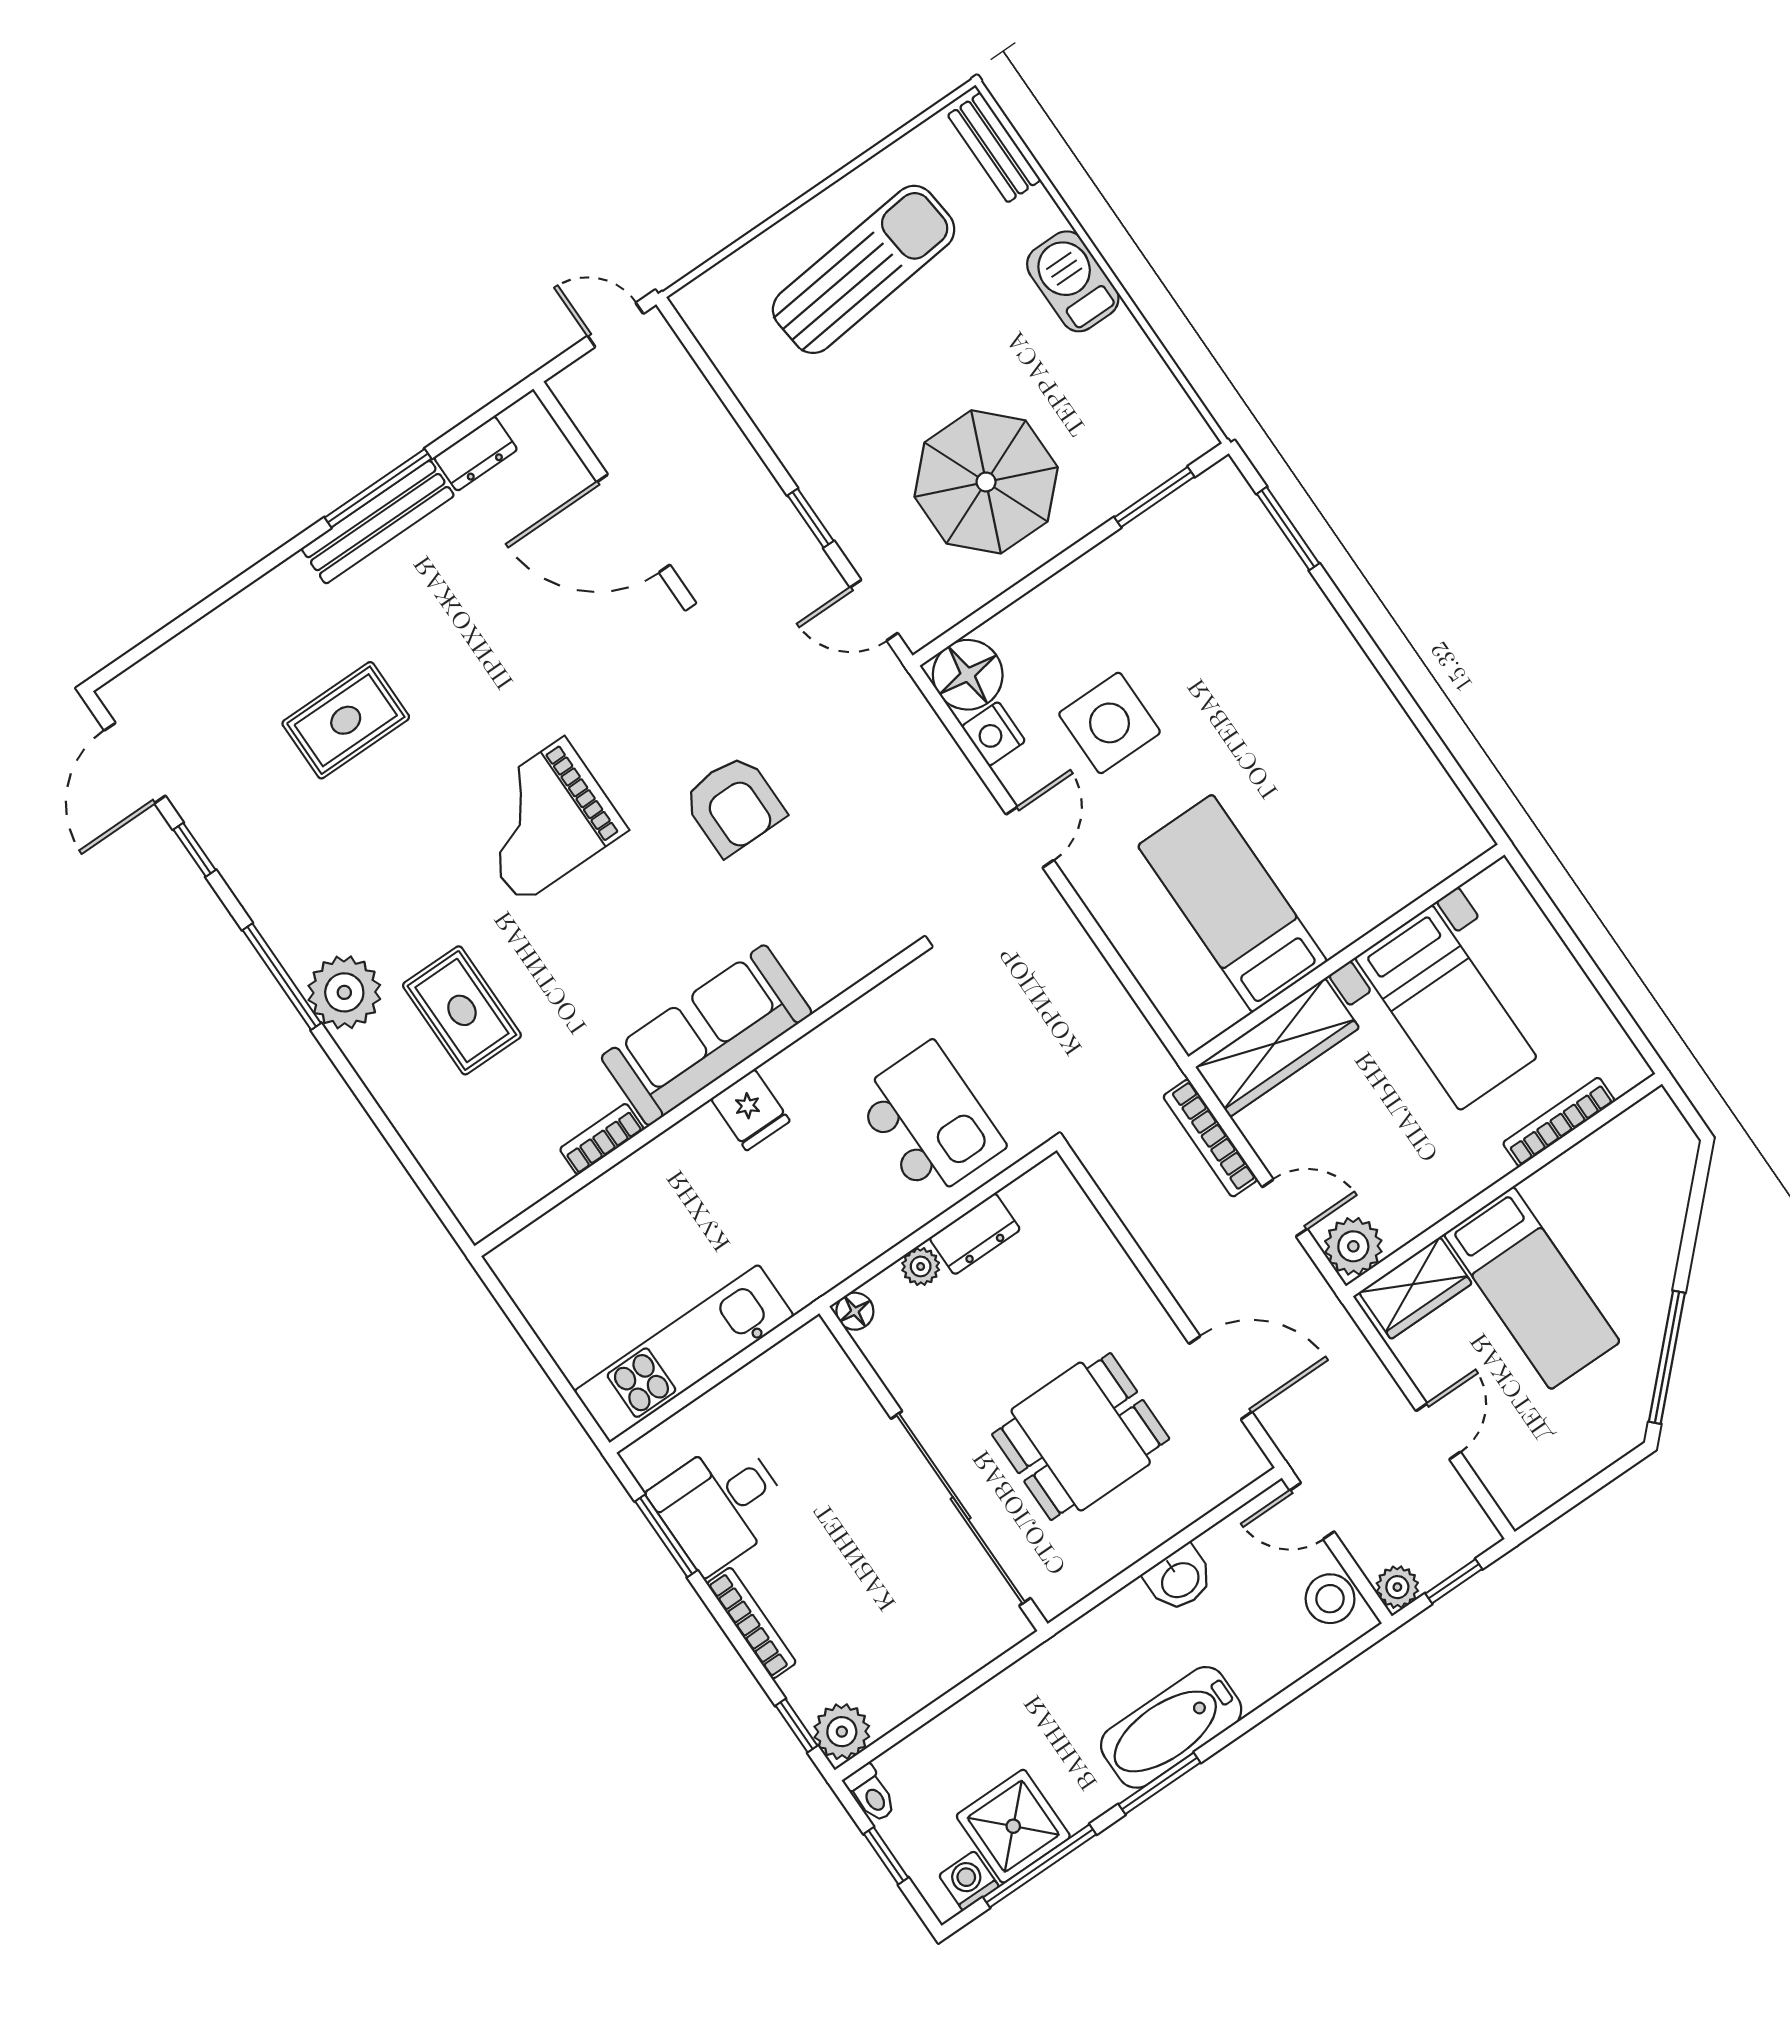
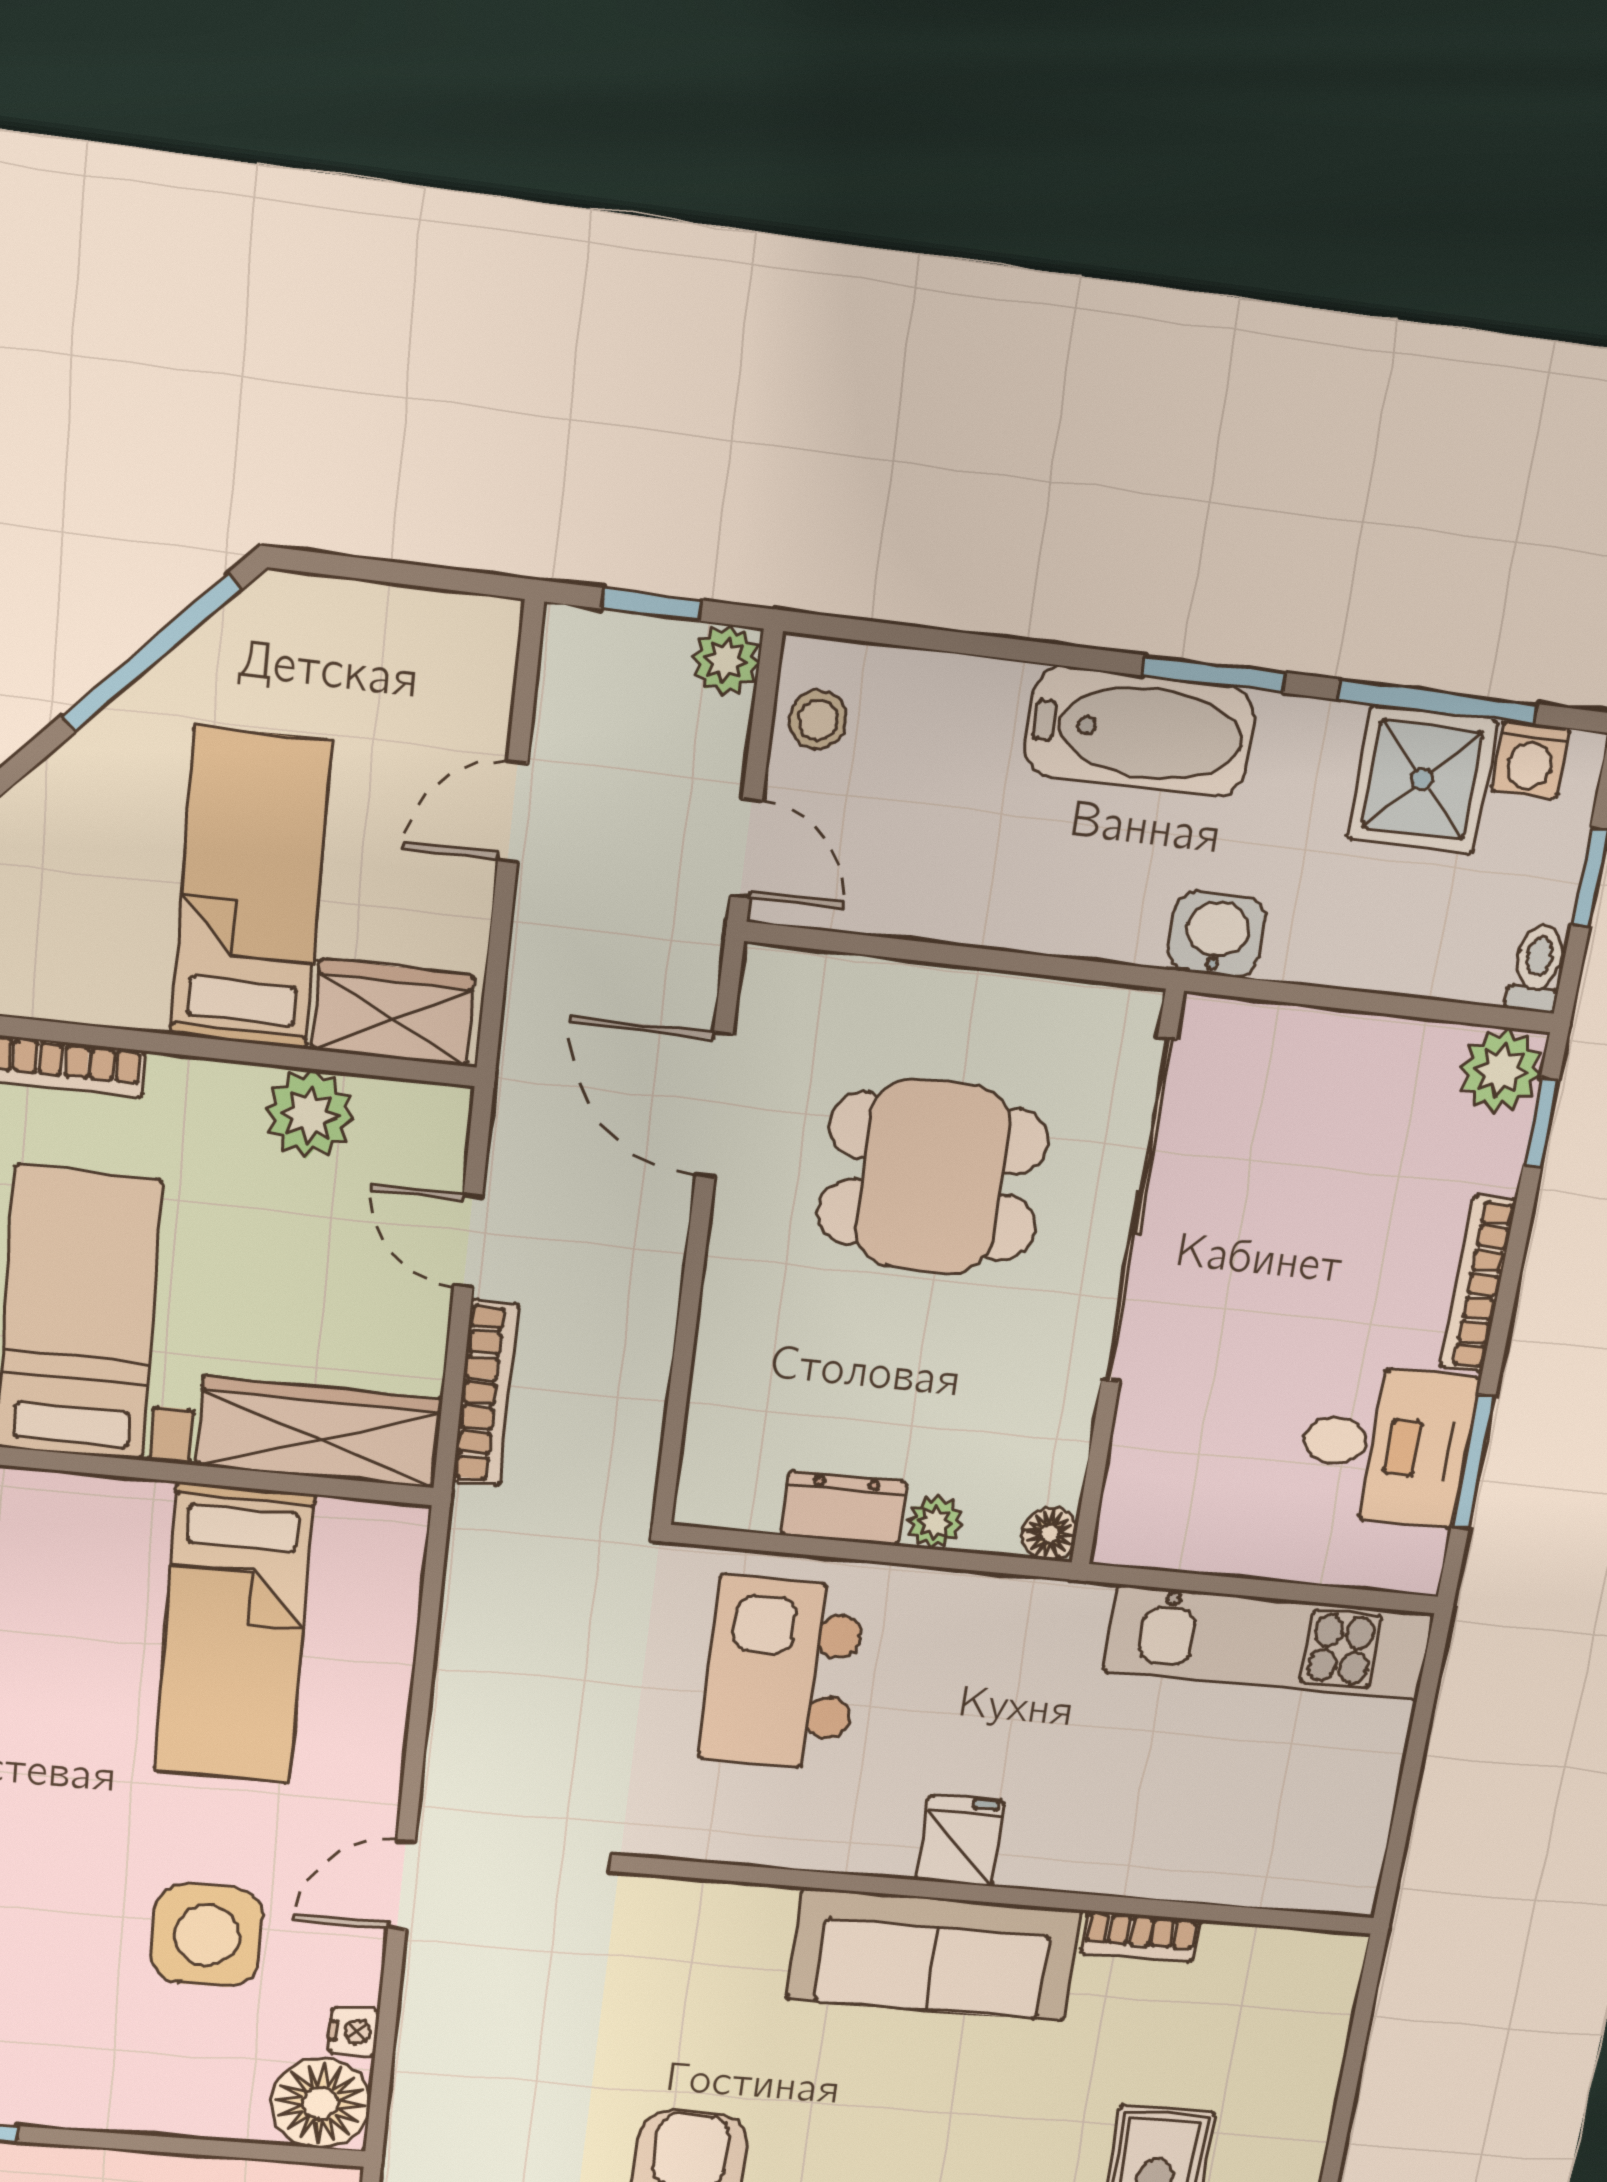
nightstand: (993, 734) -> (354, 2032), width x0.72, depth x0.74
plant: (1353, 1246) -> (309, 1114), moved
washbasin: (1179, 1579) -> (1217, 934), moved
stool: (1330, 1599) -> (818, 720), width x0.73, depth x0.73

